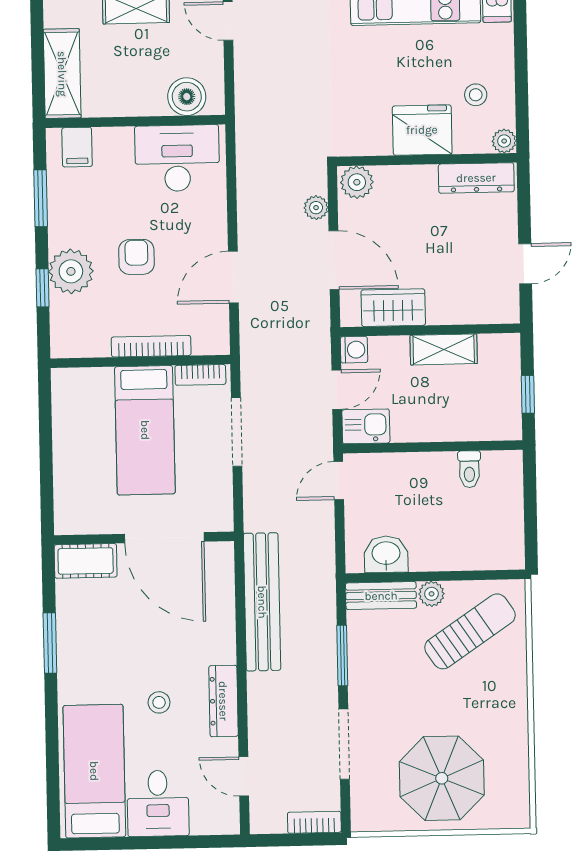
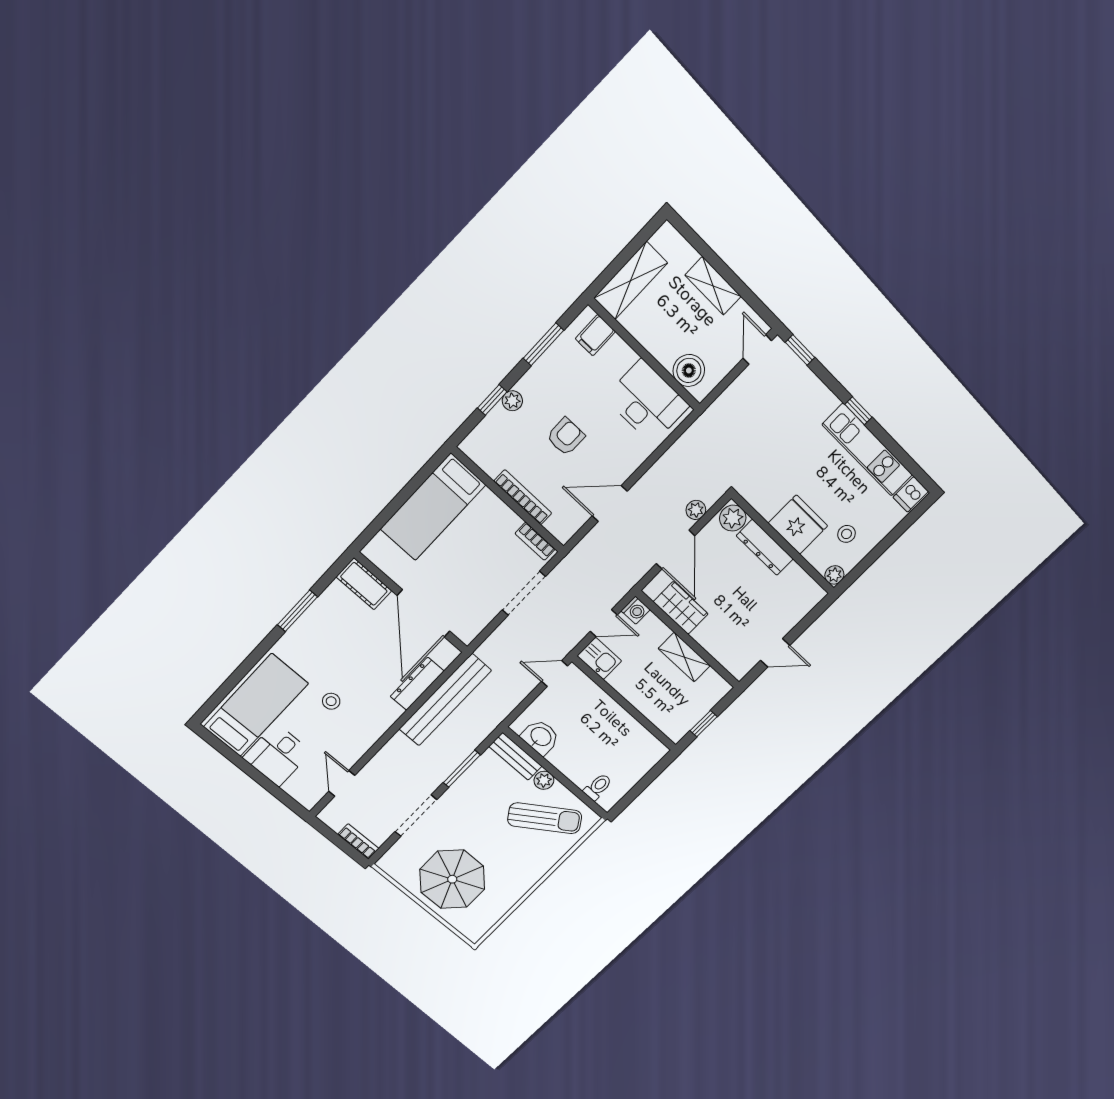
dresser: (476, 178) -> (765, 547), moved
plant: (71, 271) -> (512, 401), width x0.53, depth x0.53
bed: (145, 430) -> (433, 507), moved
toilet: (469, 469) -> (598, 787), moved, turned 180
dresser: (223, 701) -> (417, 684), moved

